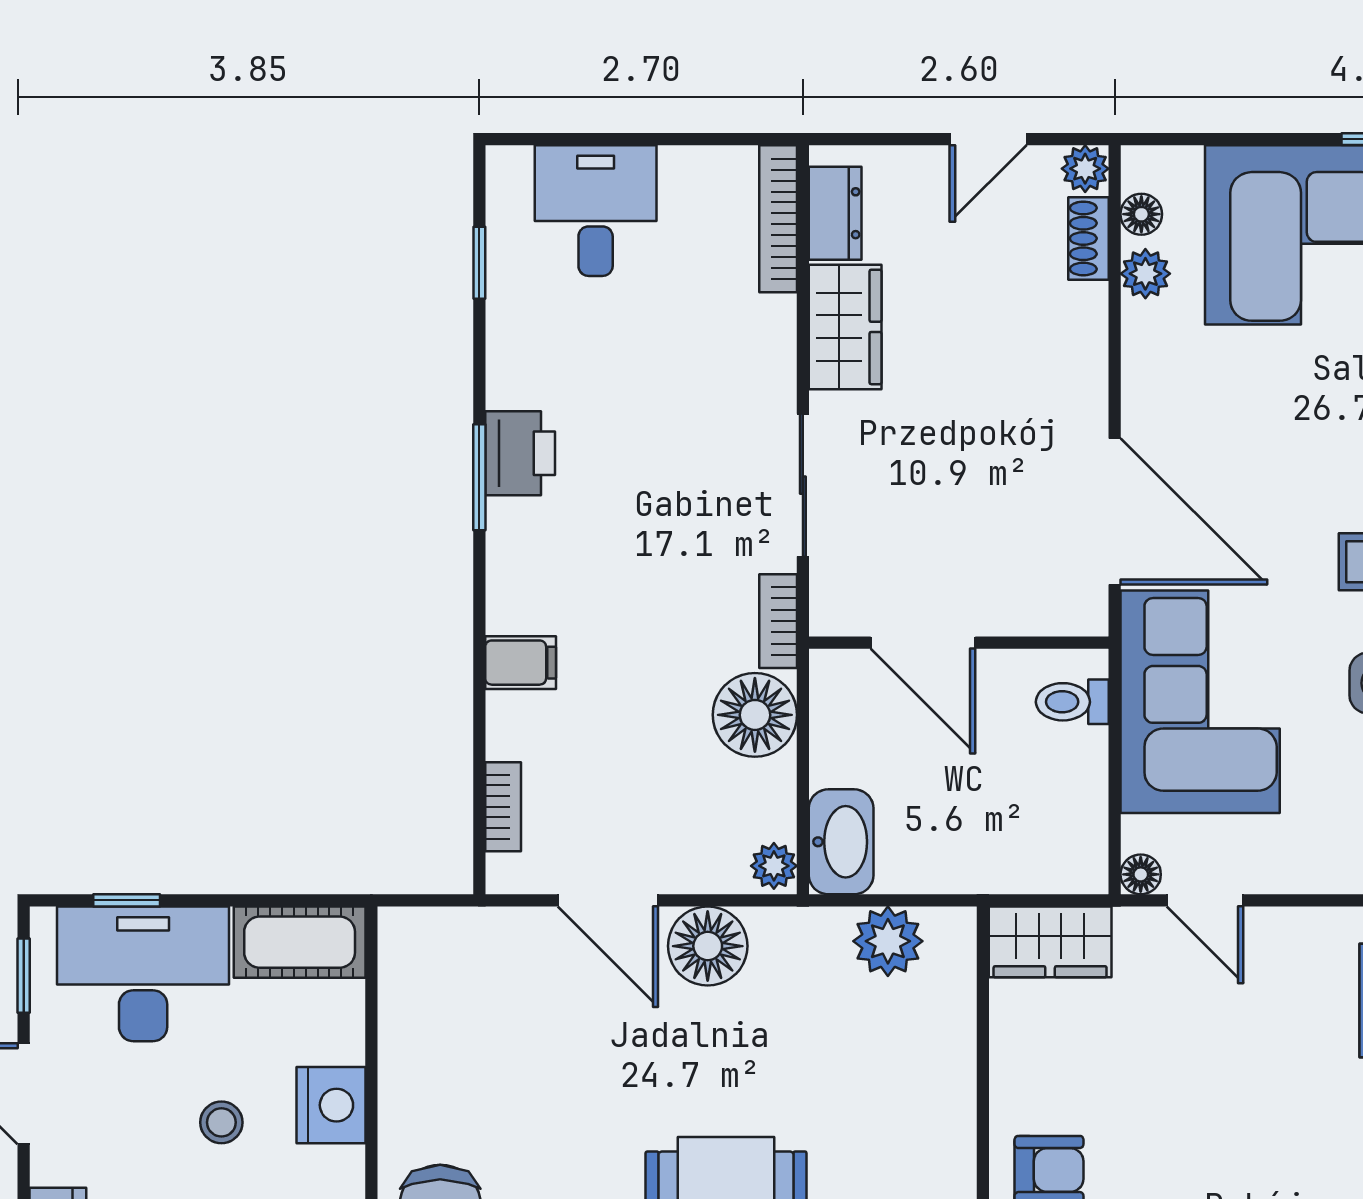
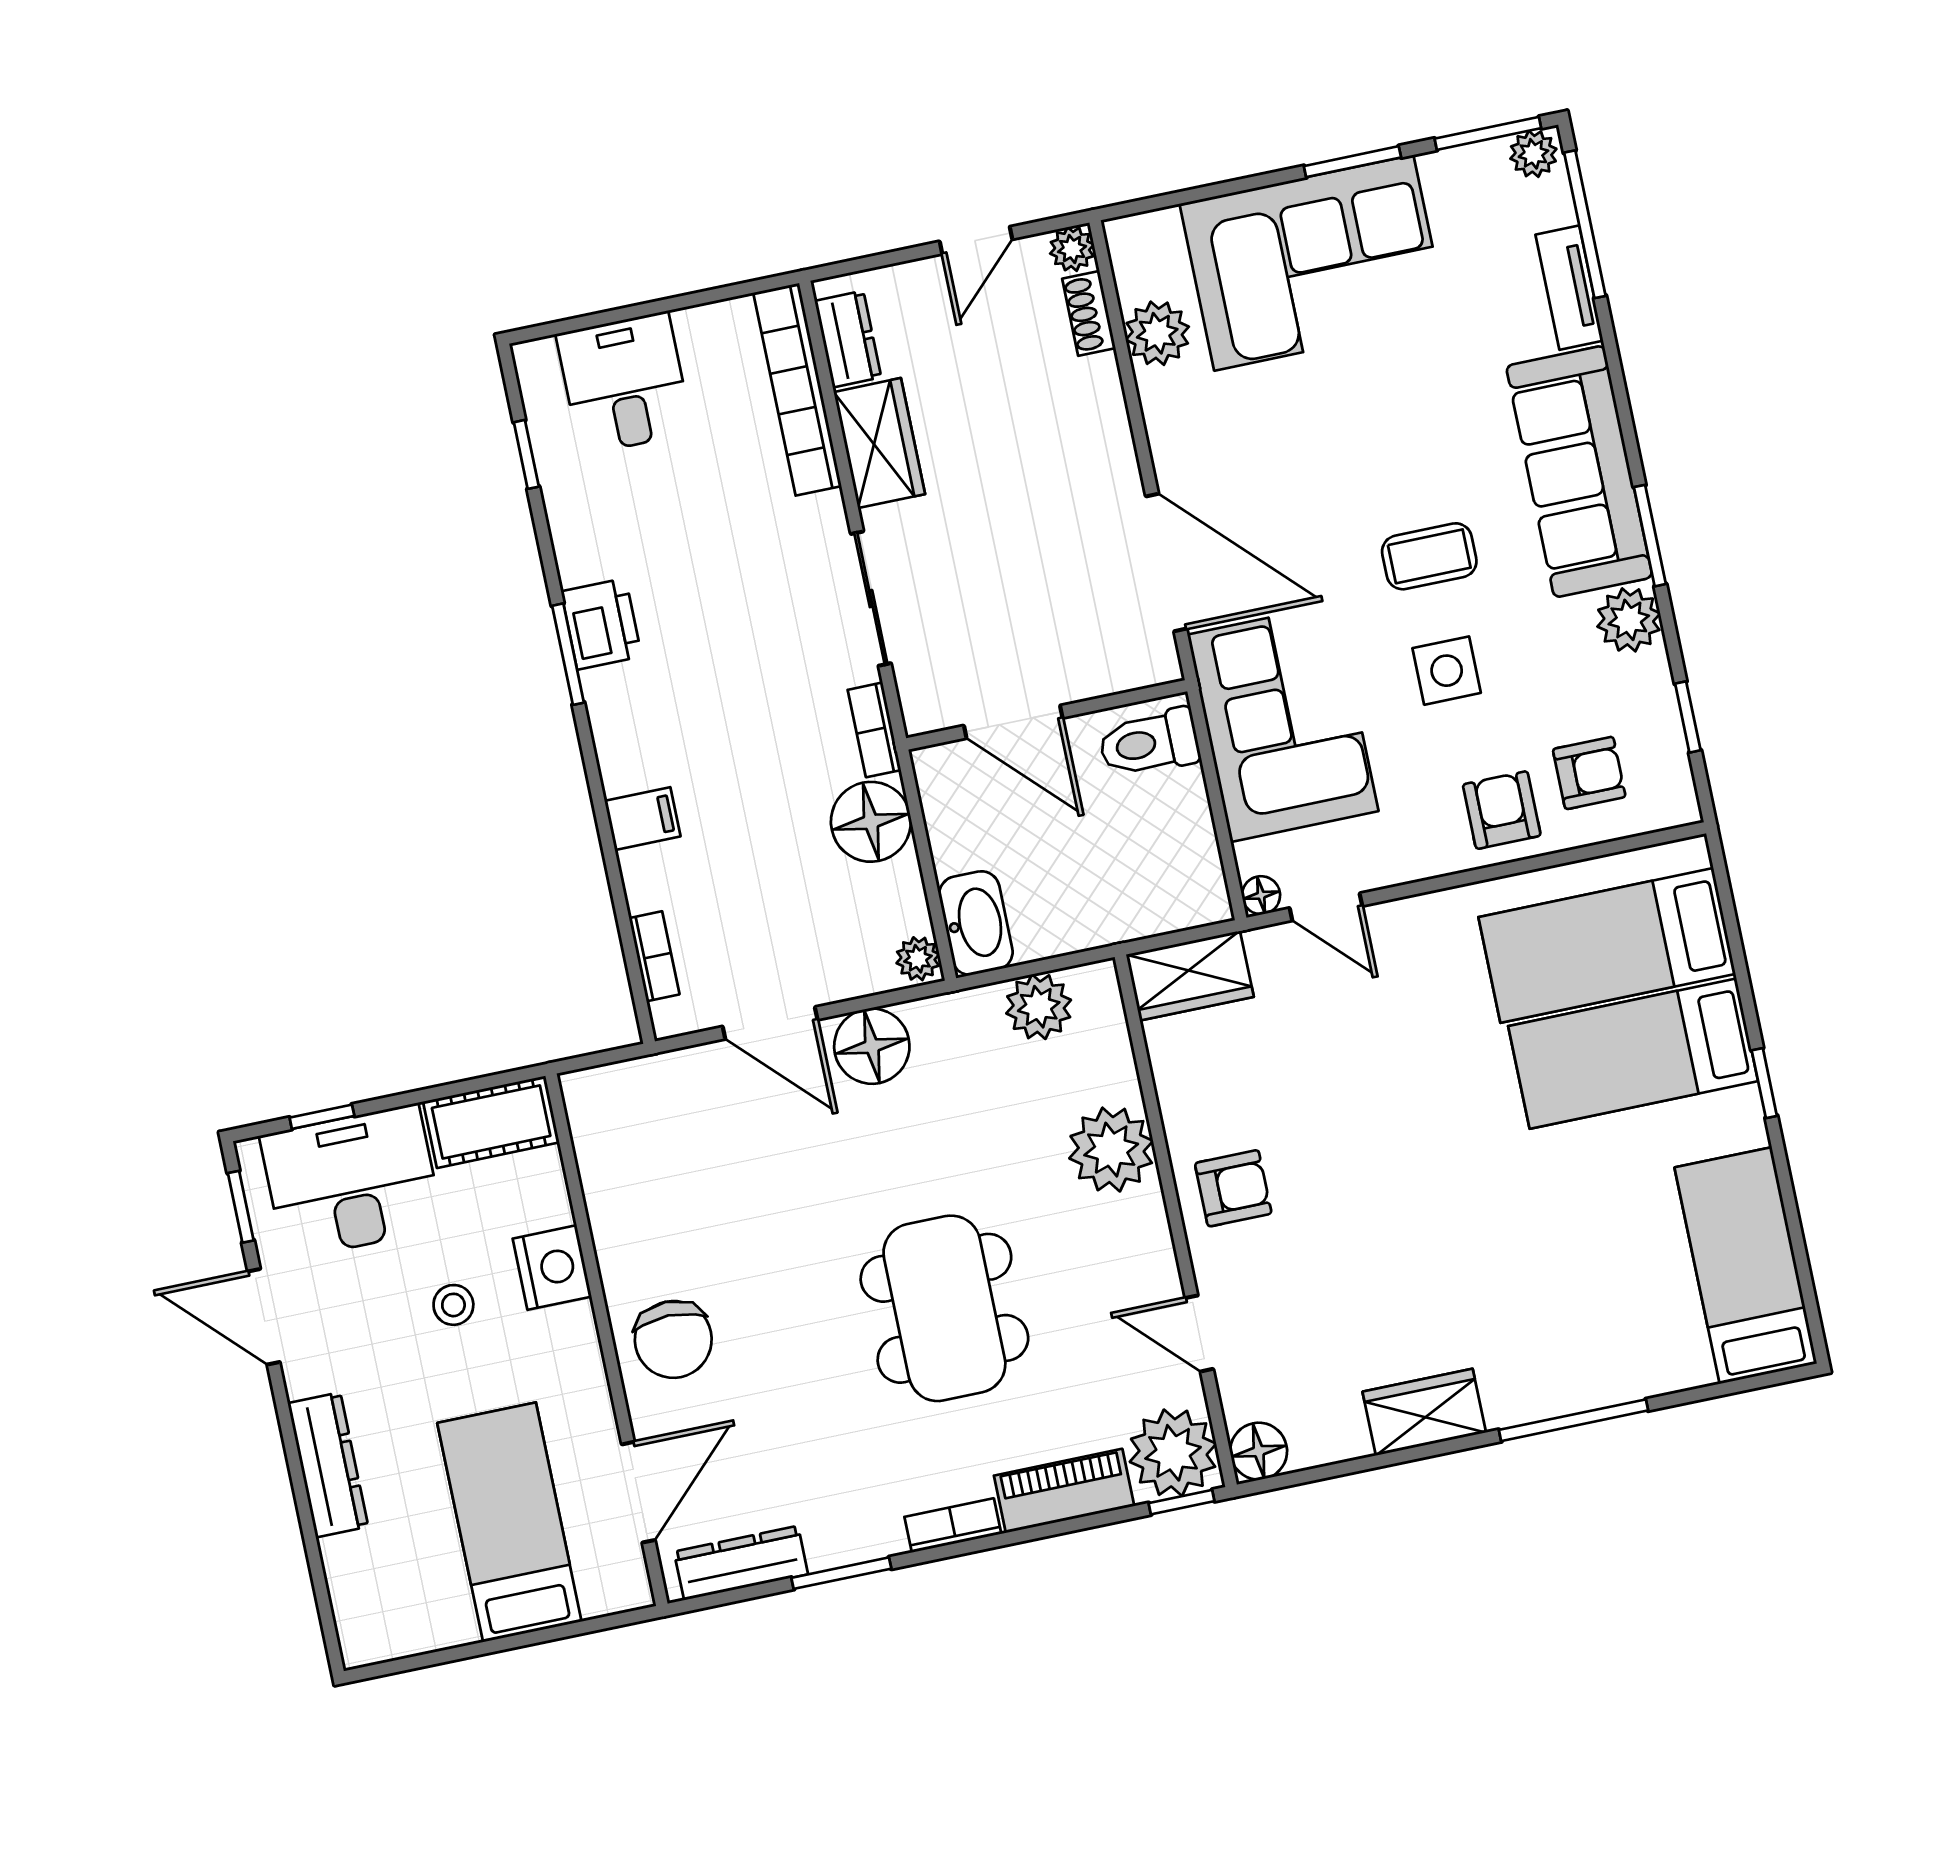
floor lamp: (1141, 214) -> (1133, 281), removed
bookcase: (778, 219) -> (797, 389), width x1.48, depth x1.31
plant: (1145, 274) -> (1157, 333), width x1.38, depth x1.38
toilet: (1072, 702) -> (1149, 743), width x1.37, depth x1.39
plant: (932, 1104) -> (1111, 1150), added

